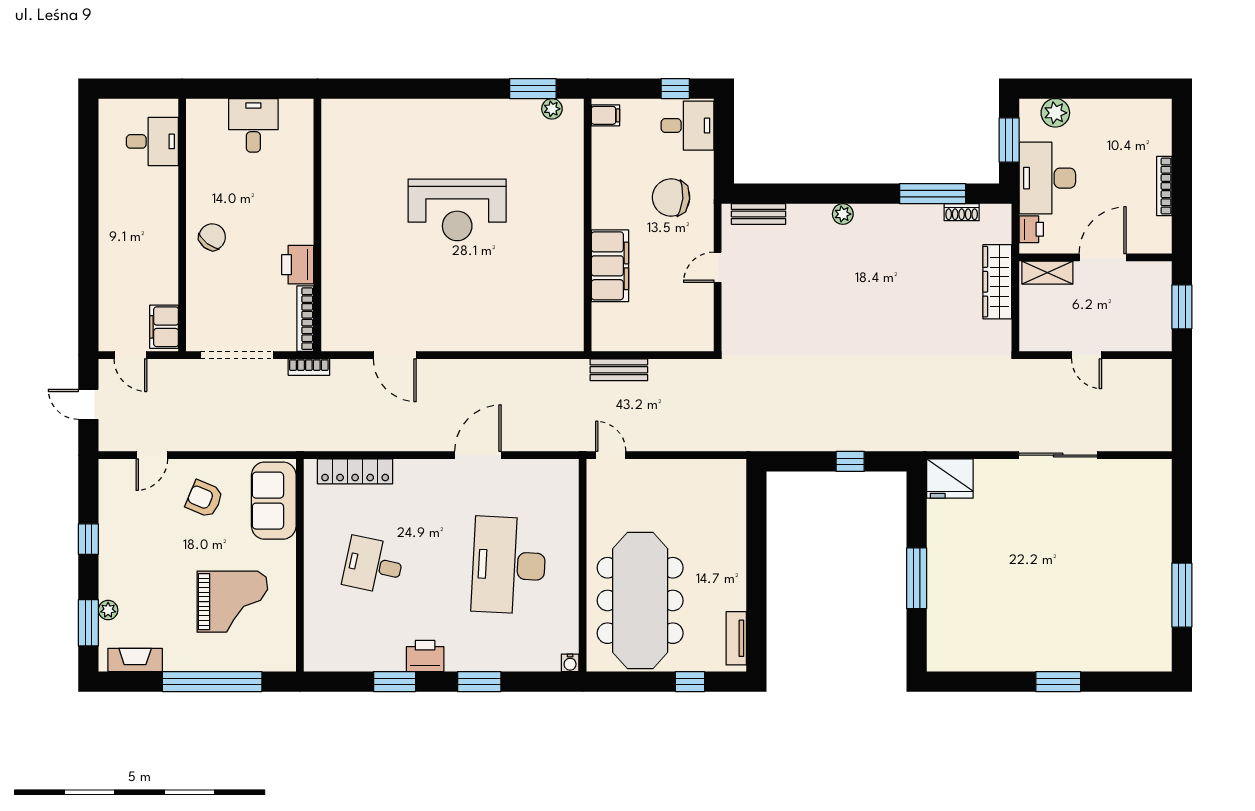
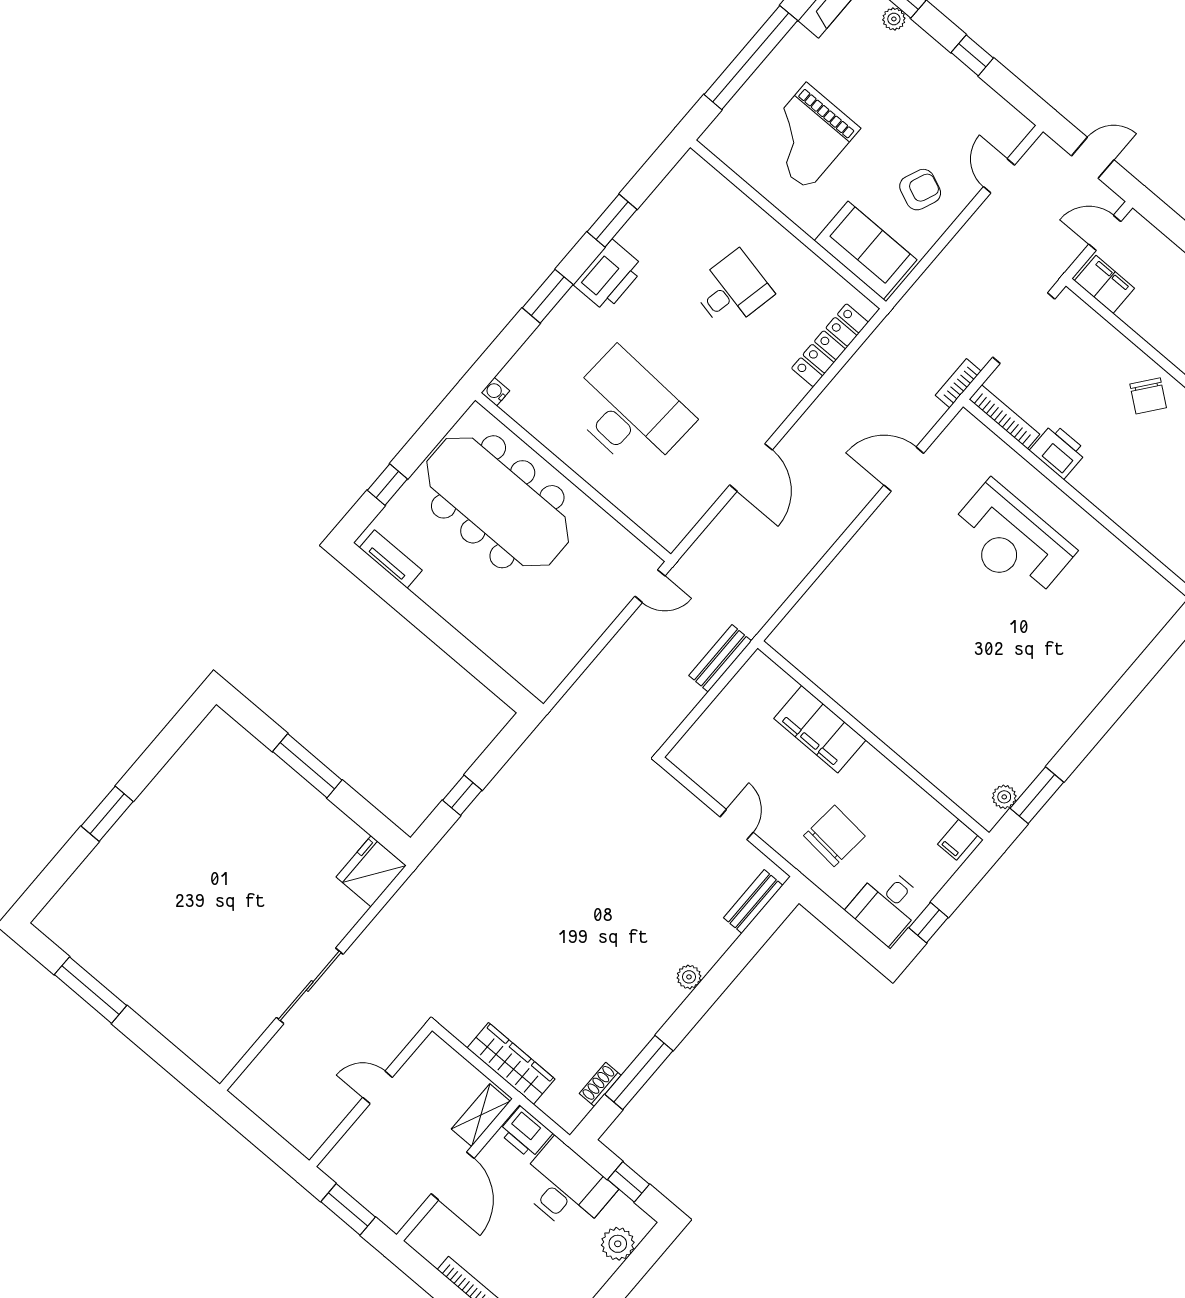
window: (1009, 140) -> (629, 1182), width x0.67
reception desk: (457, 210) -> (1011, 541), moved, turned -90
printer: (1031, 229) -> (525, 1133), width x1.36, depth x1.24
printer: (425, 656) -> (609, 276), width x1.37, depth x1.19

